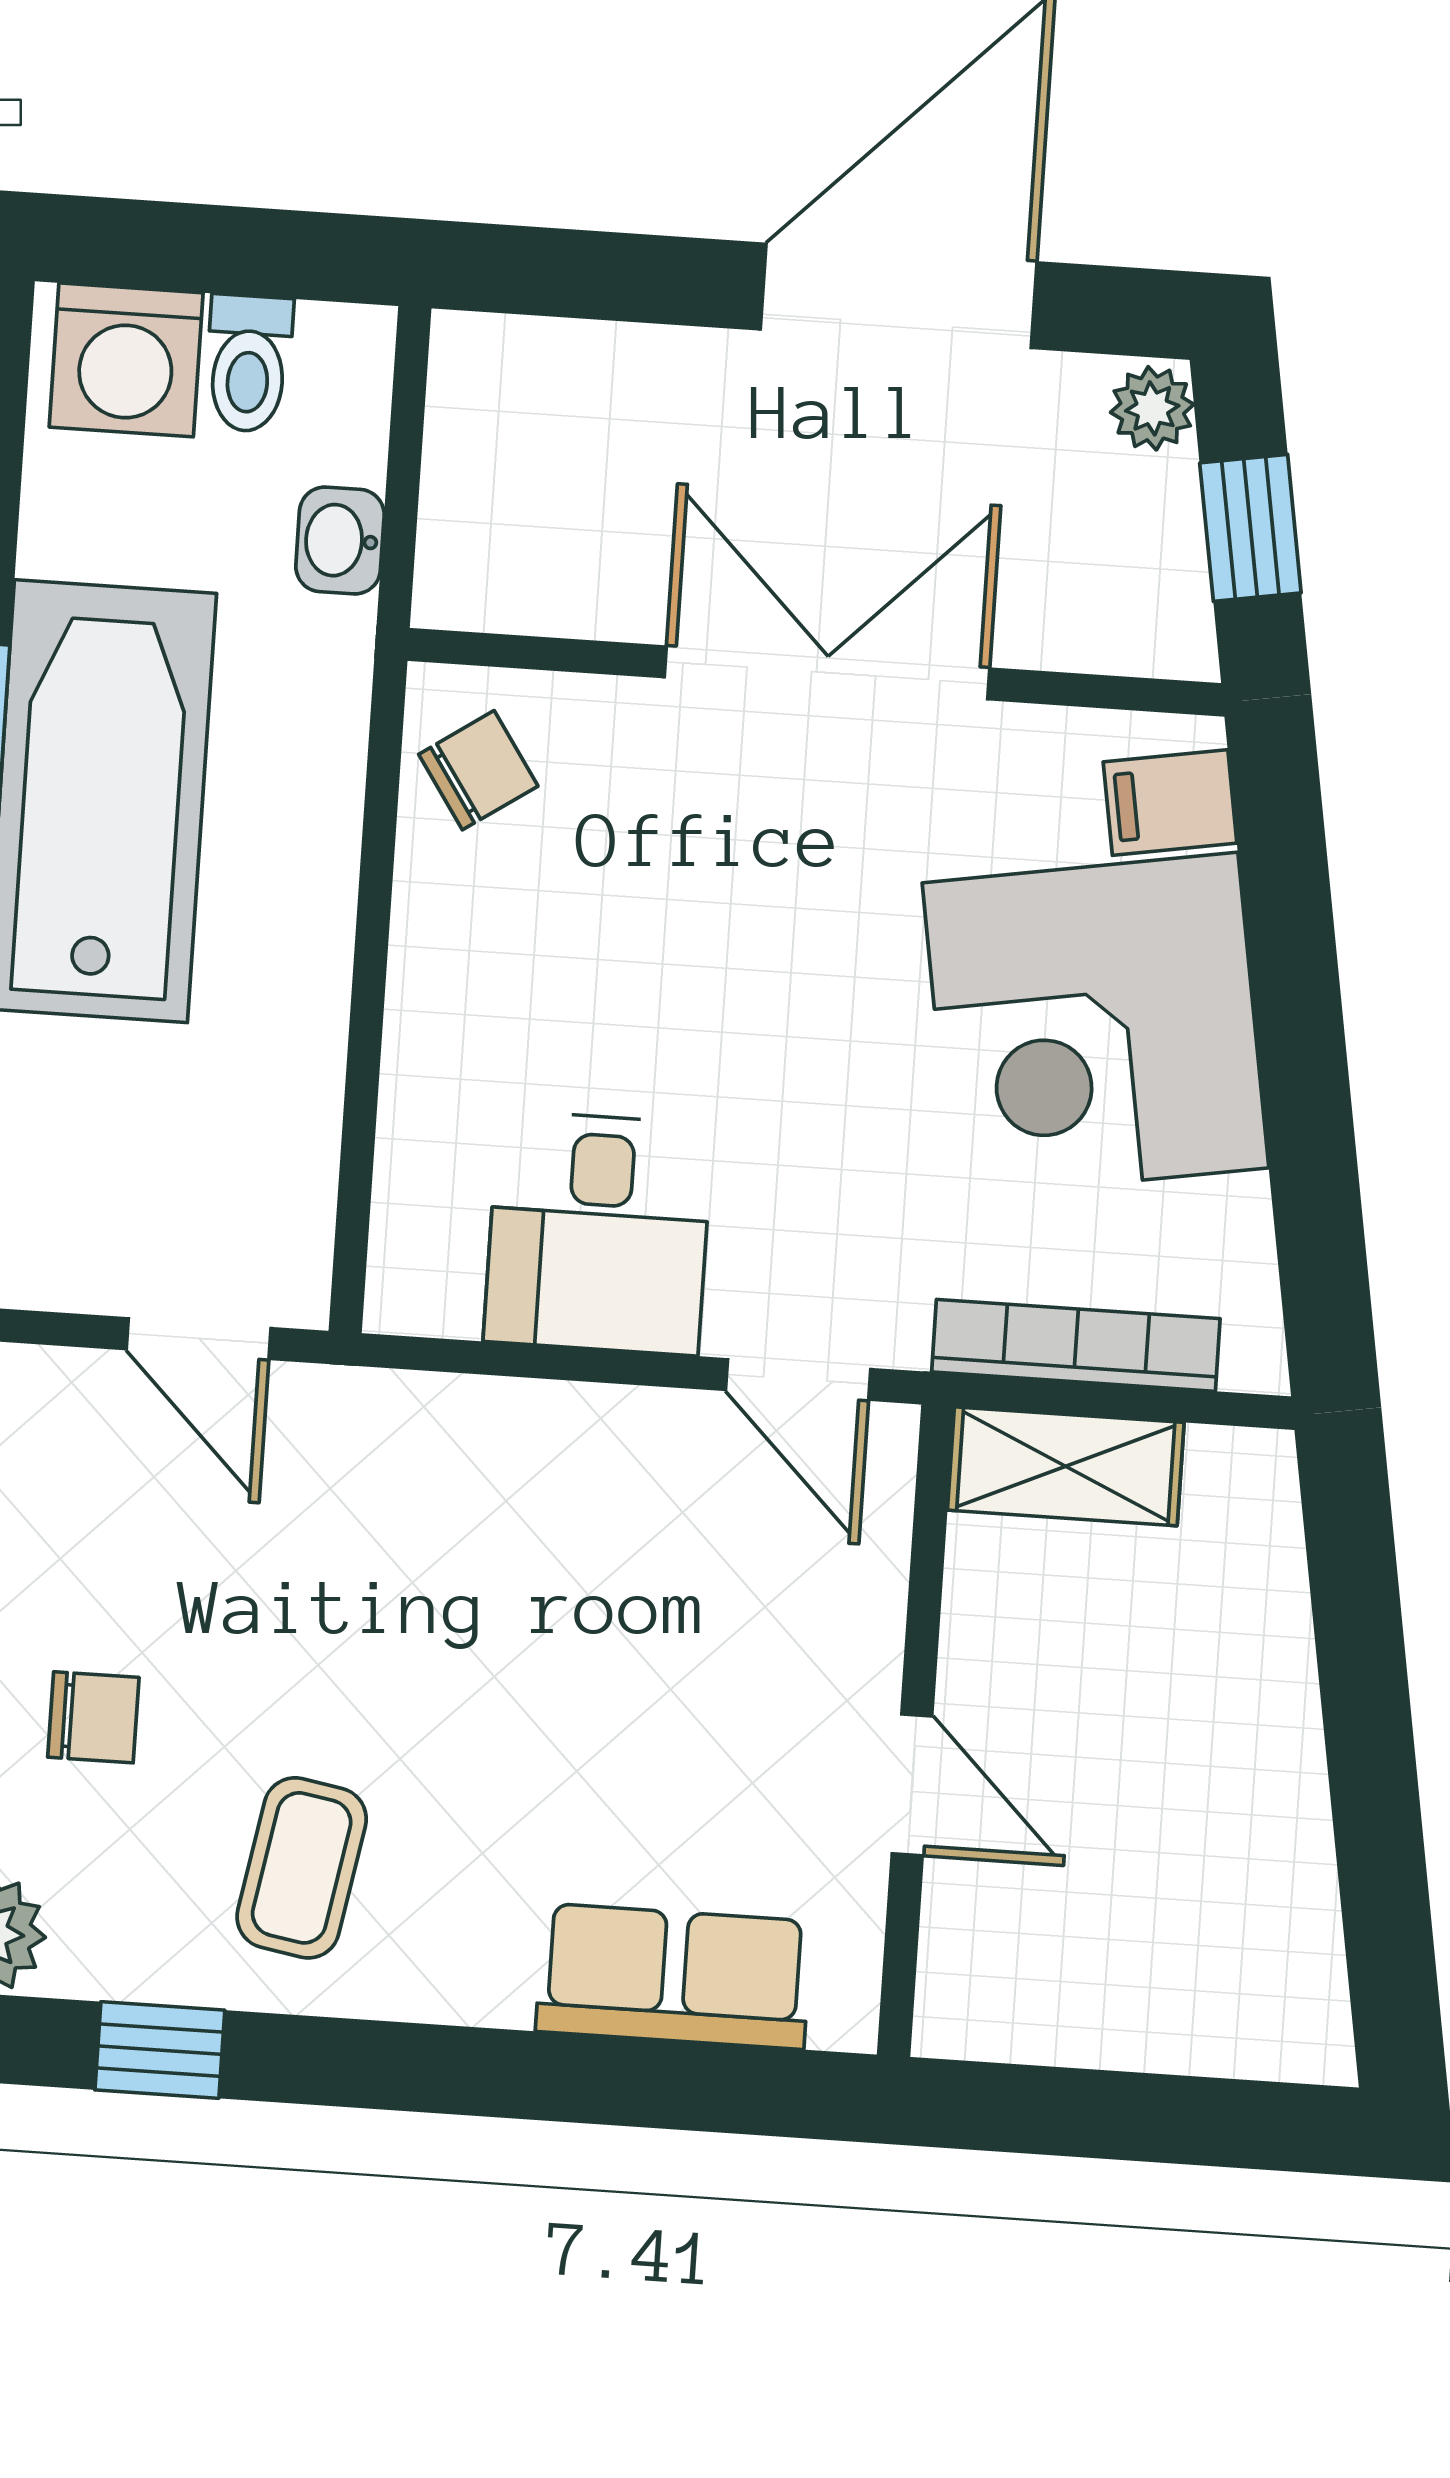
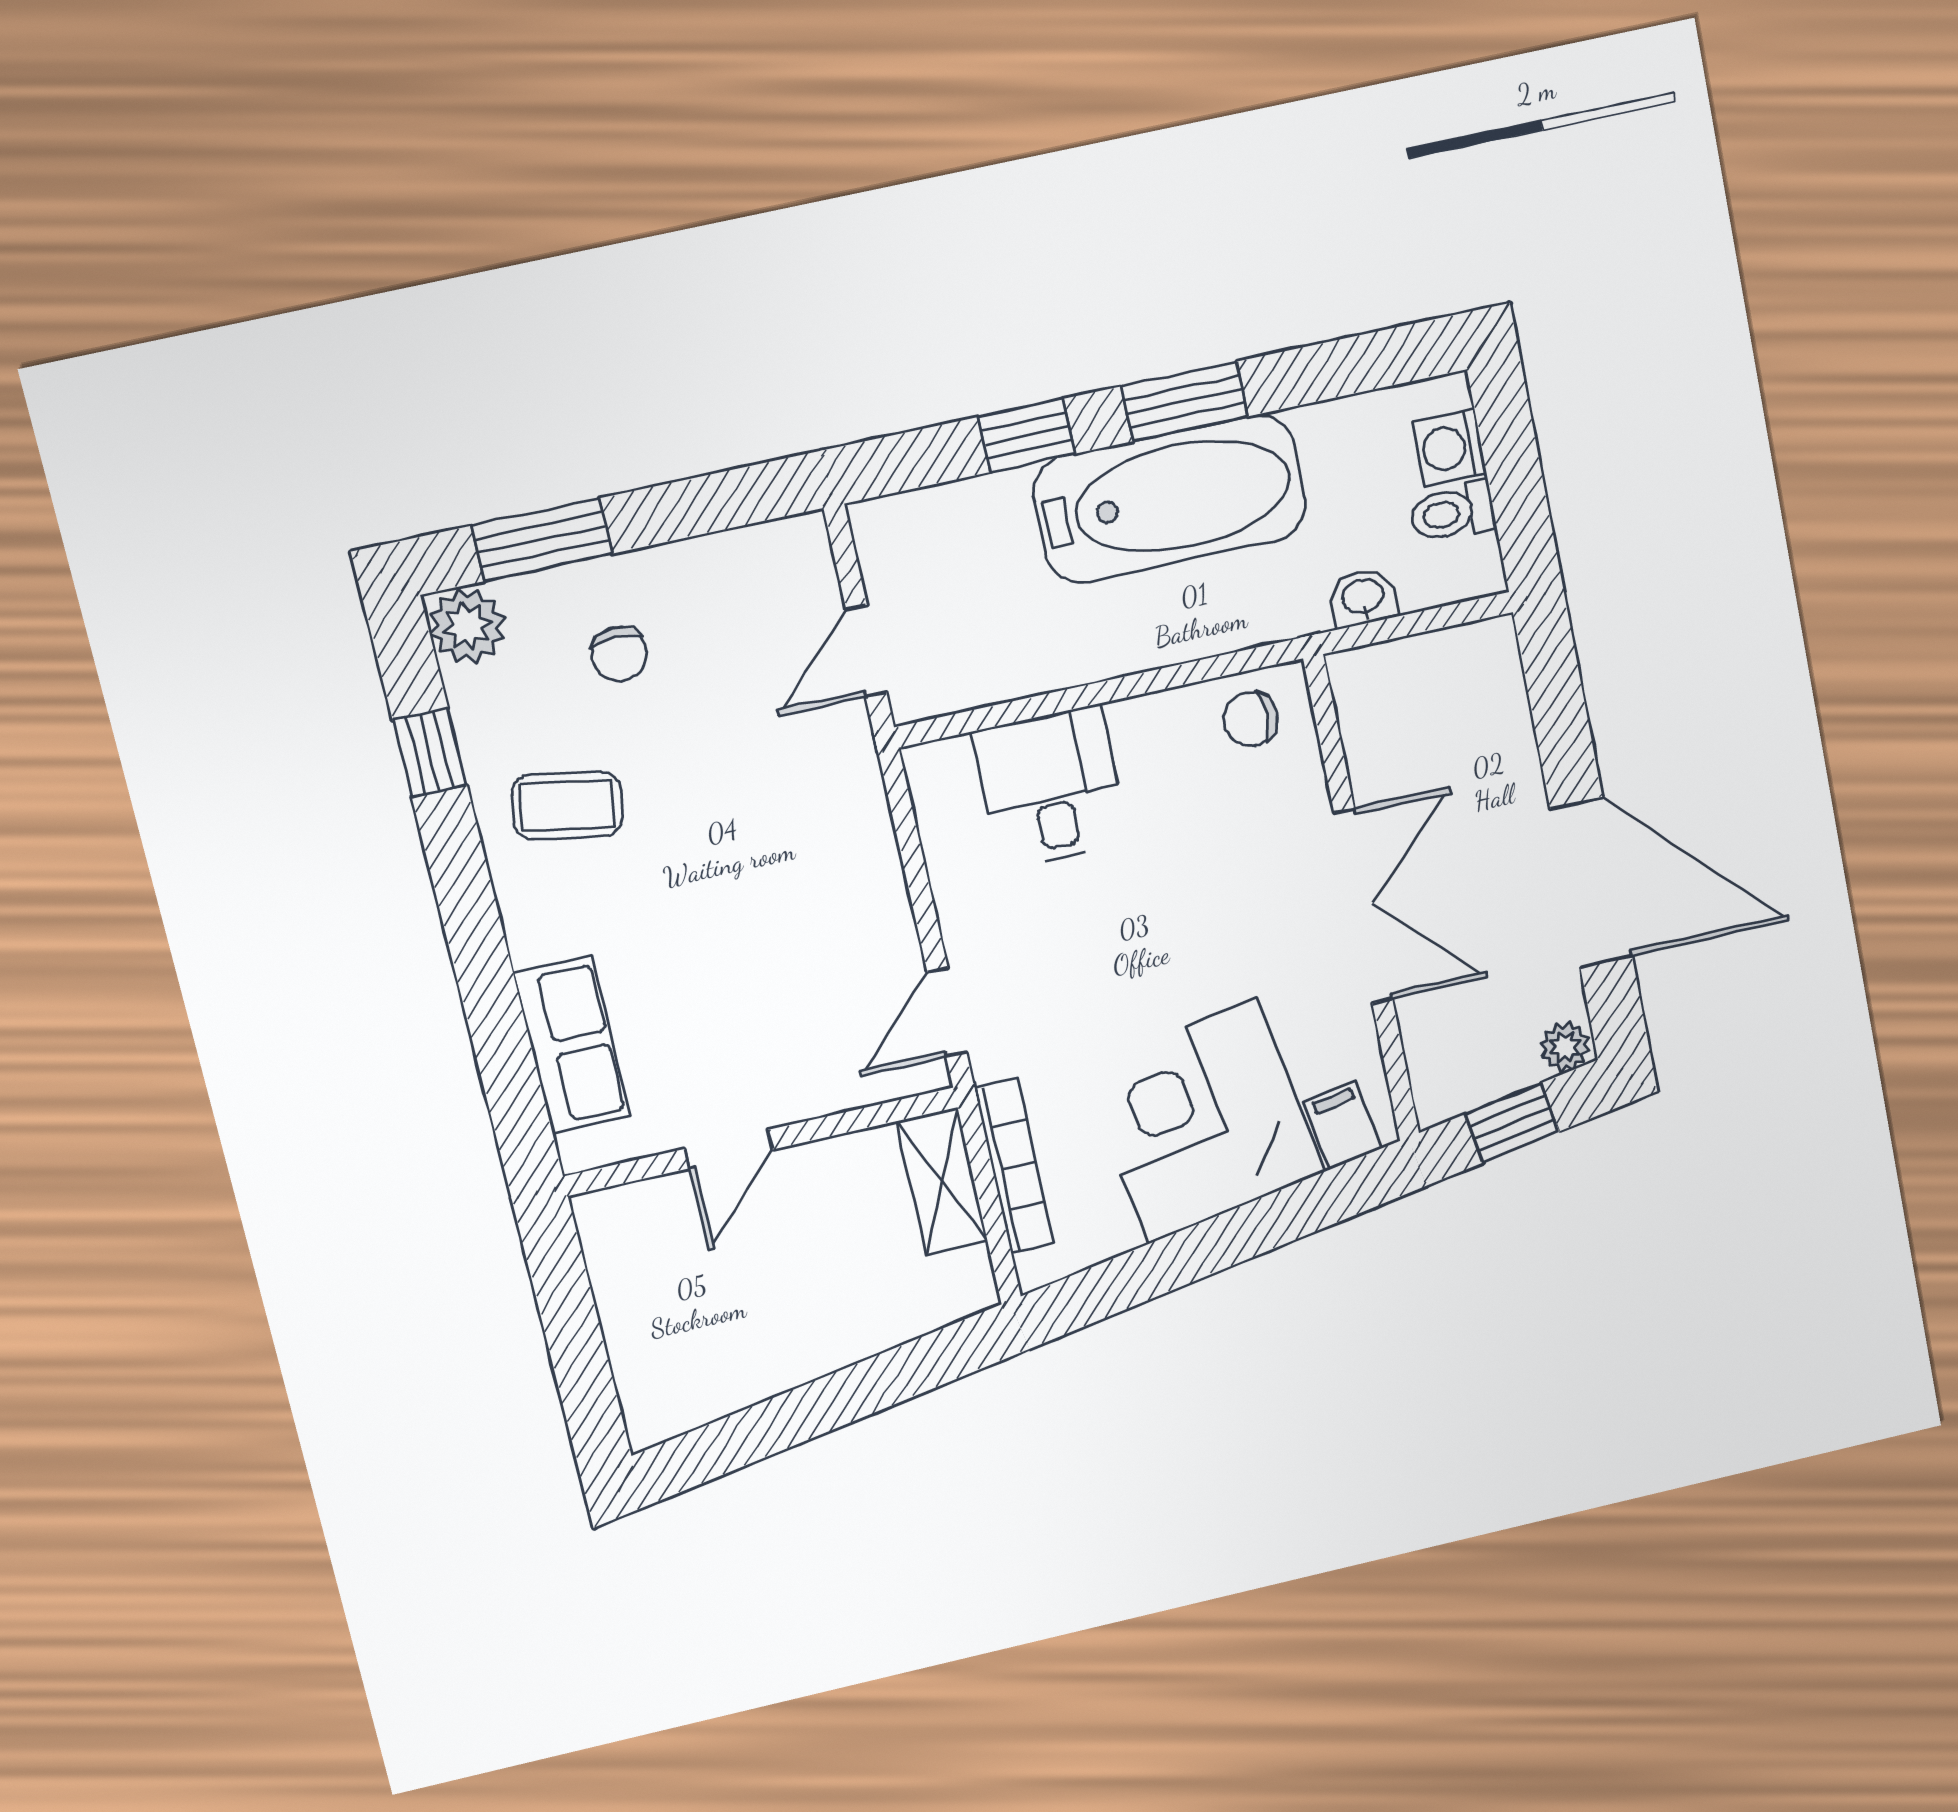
washing machine: (126, 360) -> (1449, 448), width x0.73, depth x0.73
chair: (478, 770) -> (1251, 719), turned 124
desk: (598, 1233) -> (1050, 788), moved, turned 90

